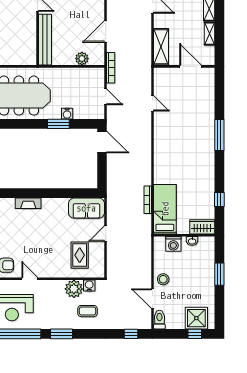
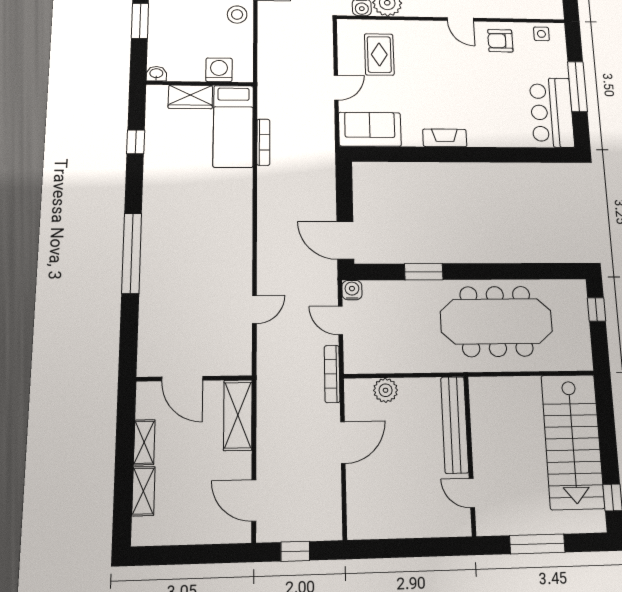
door: (152, 103) -> (254, 309), swing flipped
water cooler: (67, 114) -> (352, 290), moved
window: (219, 135) -> (132, 253), width x1.46
fireplace: (28, 203) -> (445, 138), moved
wardrobe: (202, 227) -> (190, 97), moved
washbasin: (192, 241) -> (156, 74), moved

